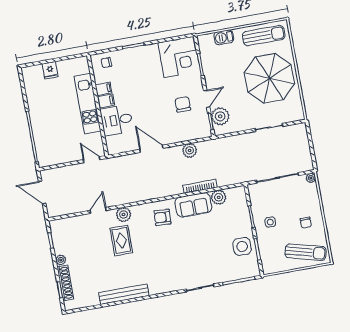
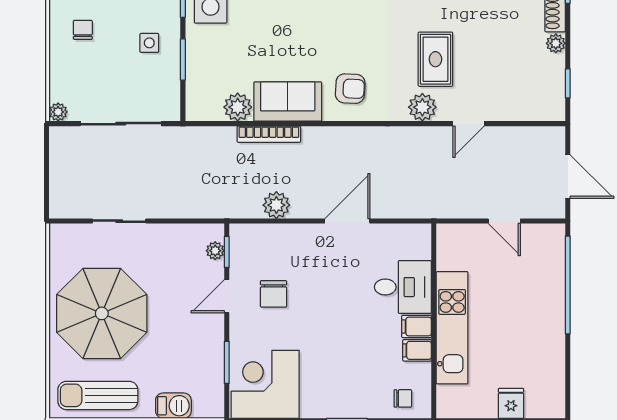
plant: (220, 116) -> (215, 251), width x0.53, depth x0.53
door: (151, 149) -> (347, 221), swing flipped
door: (92, 160) -> (504, 221), moved

